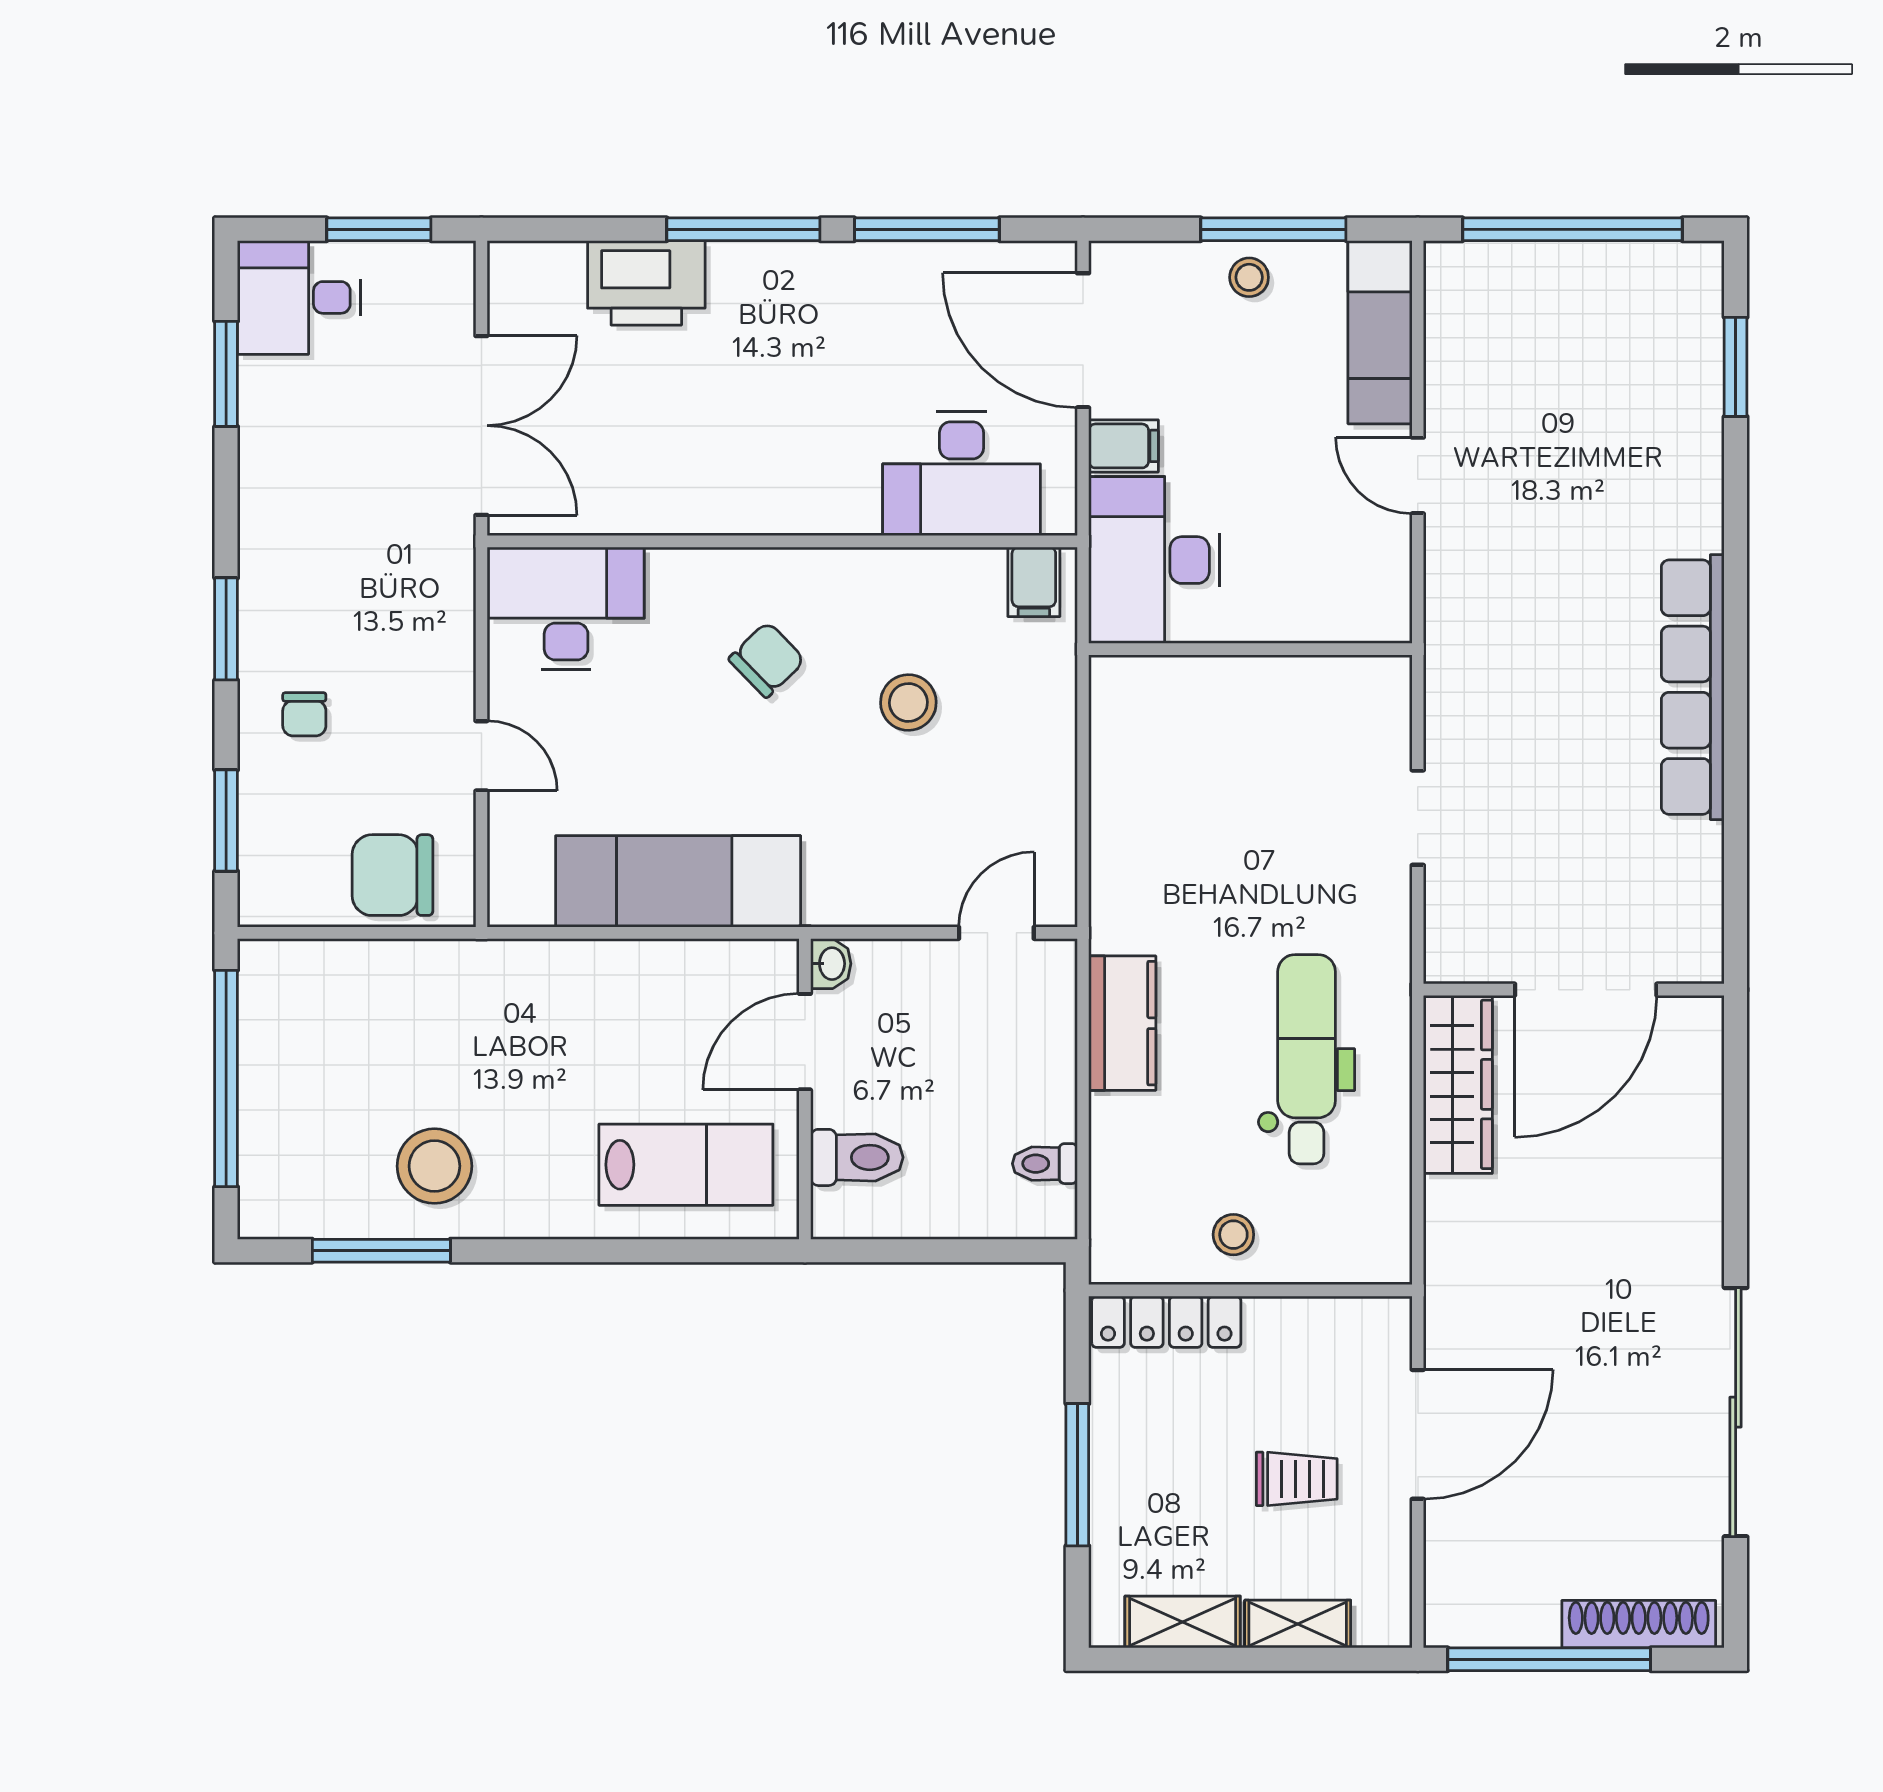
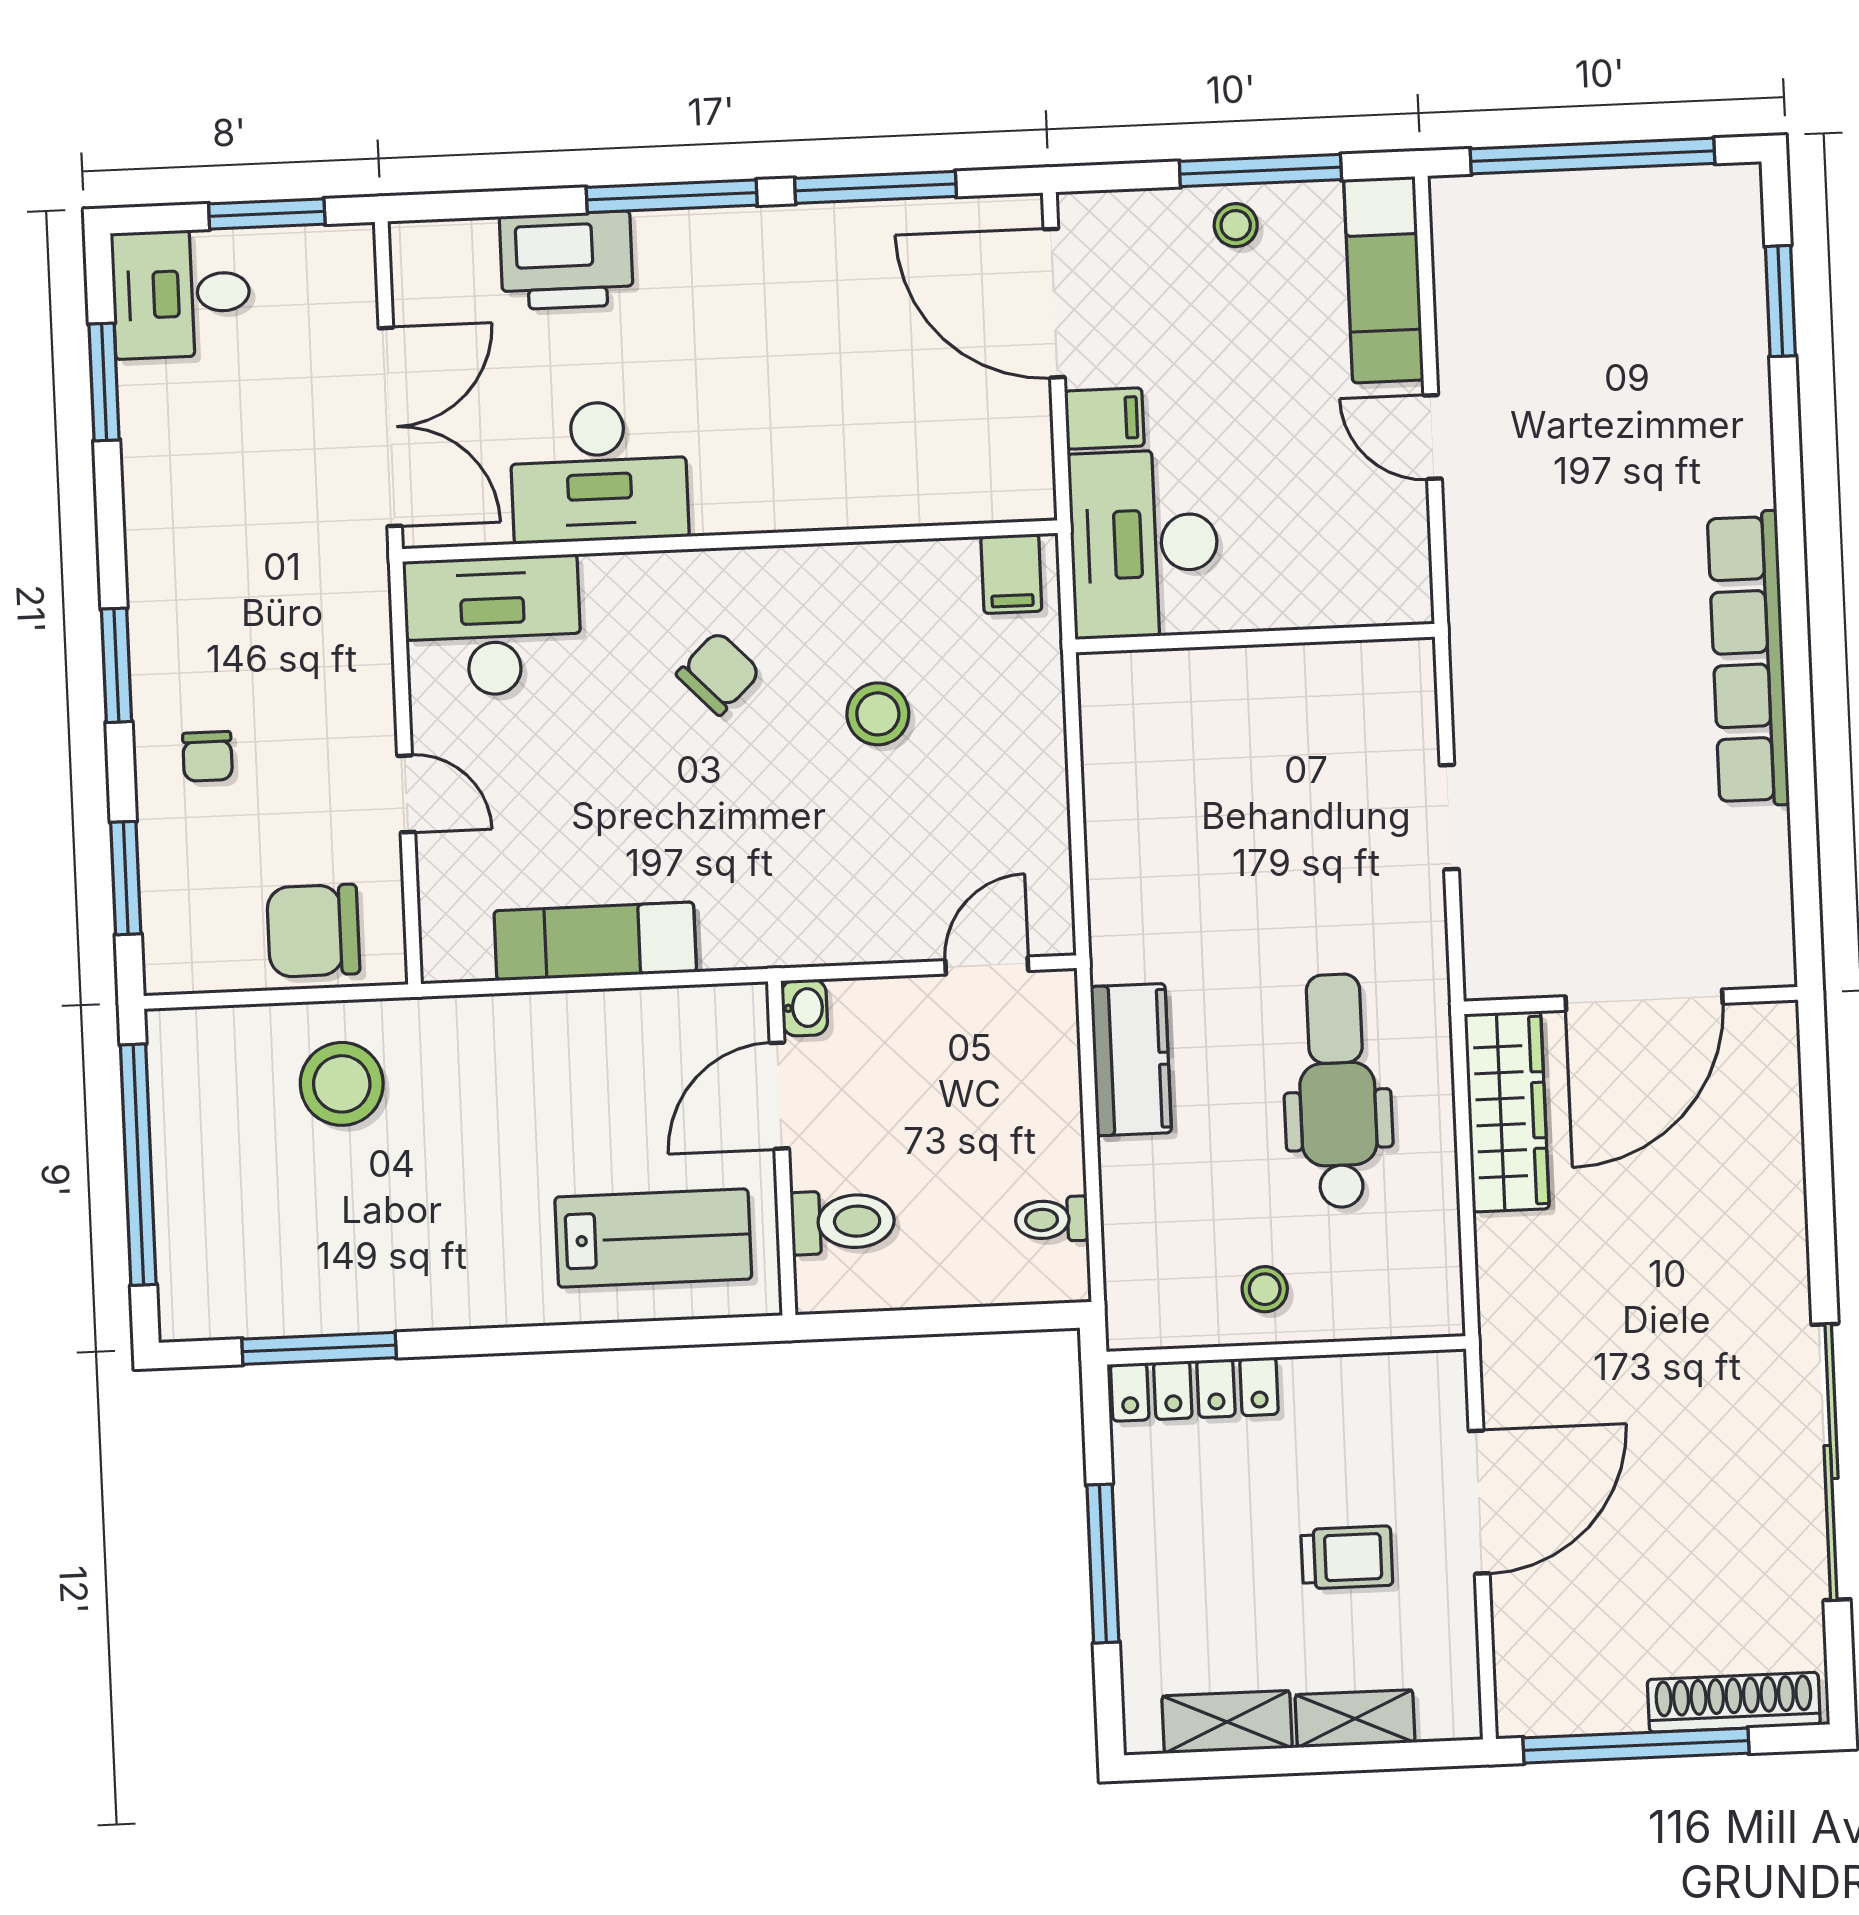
desk: (962, 474) -> (599, 472), moved
exam couch: (678, 881) -> (595, 941), width x0.73, depth x0.69
stool: (434, 1166) -> (342, 1084), moved

